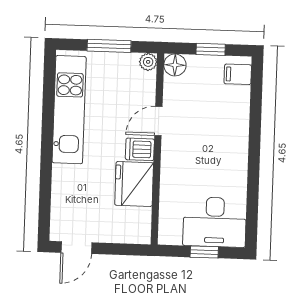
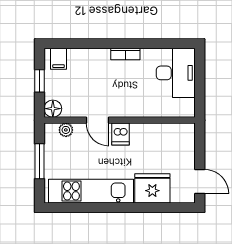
plant: (148, 62) -> (66, 130), moved
bookcase: (241, 159) -> (125, 54), added
fridge: (134, 184) -> (152, 188), moved, turned 180
window: (204, 252) -> (200, 80), removed

